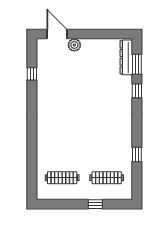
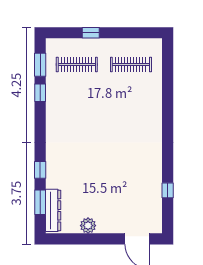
plant: (74, 45) -> (88, 226), moved
window: (137, 178) -> (40, 65), added

